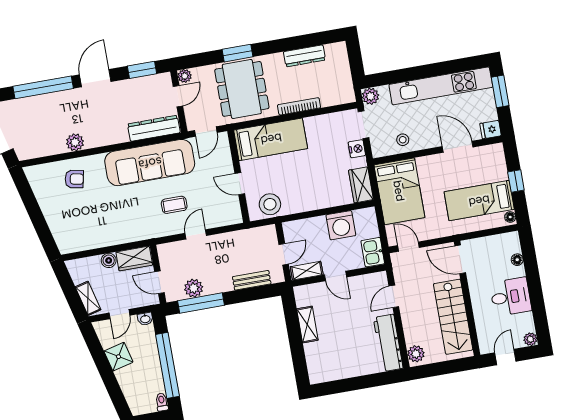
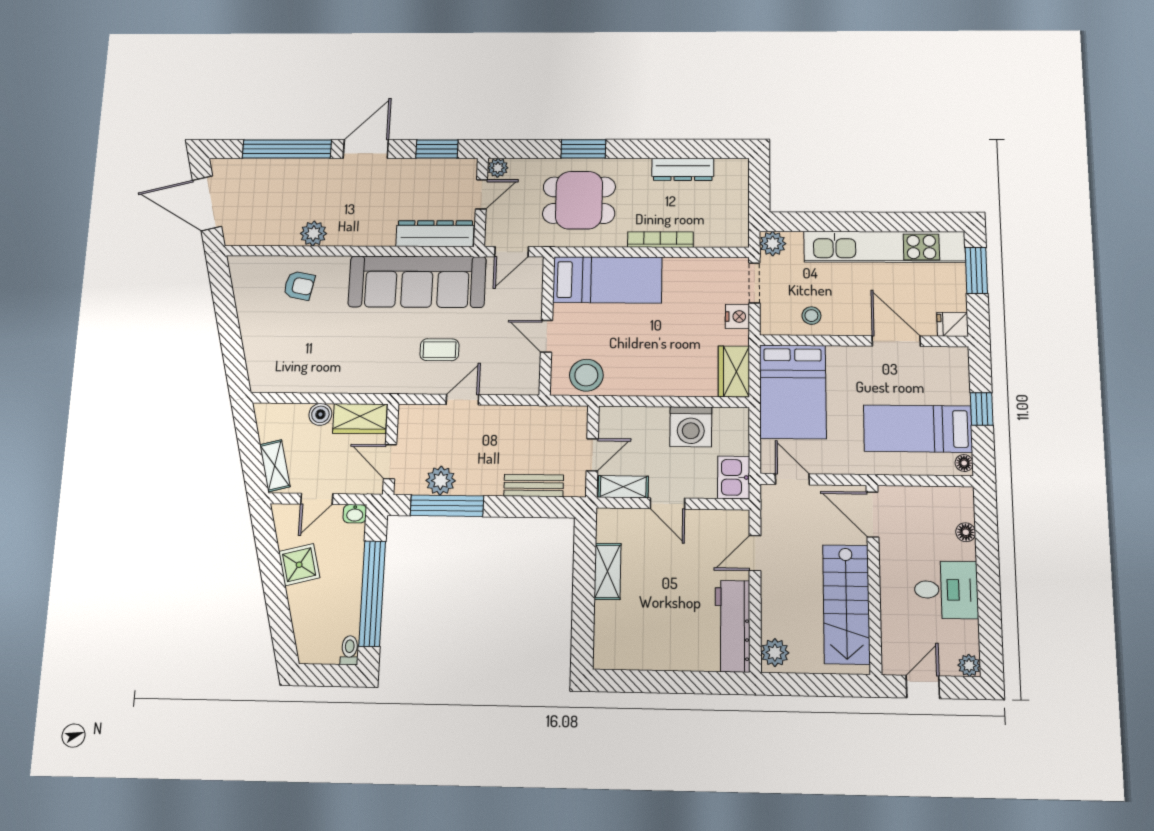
dining table: (242, 89) -> (579, 200), width x0.73

